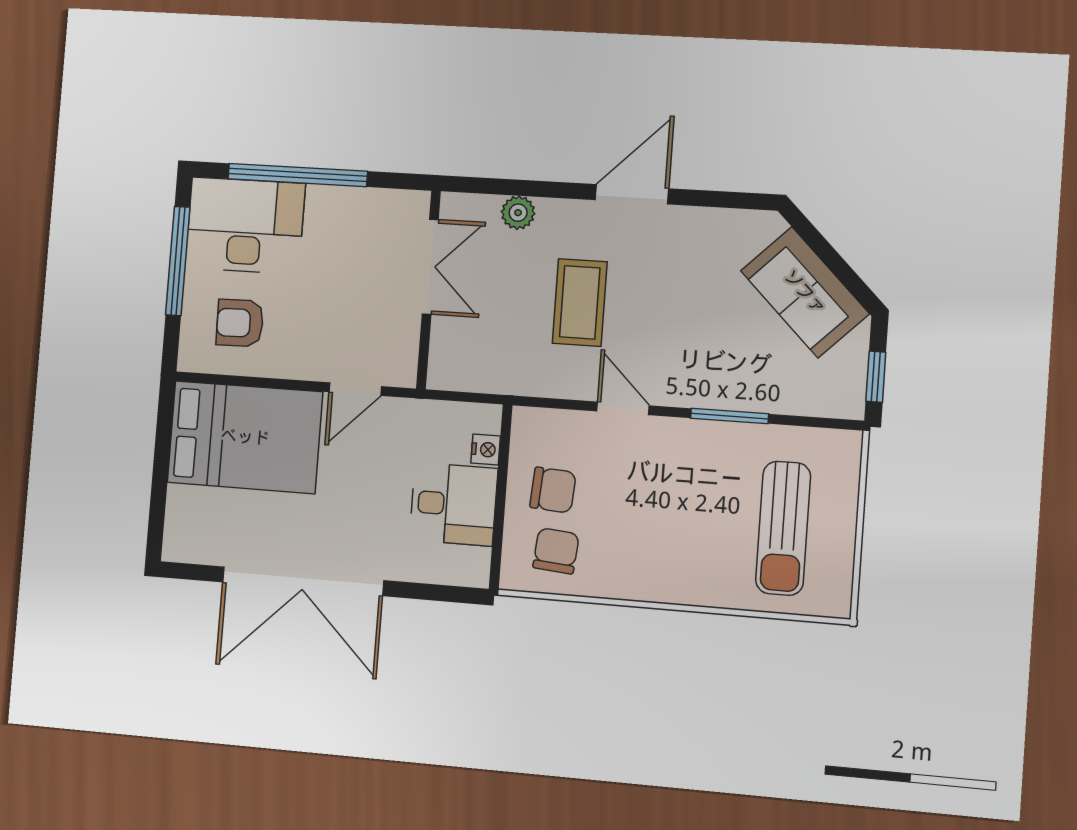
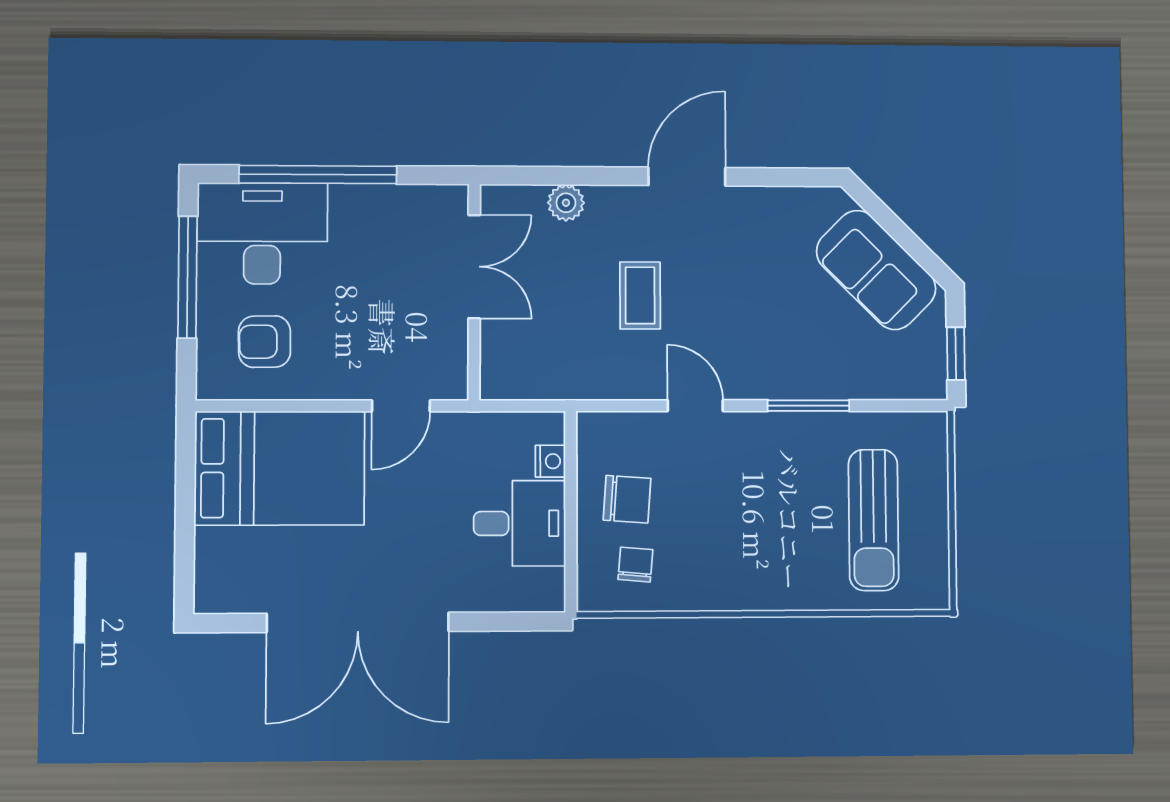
coffee table: (580, 302) -> (640, 295), width x0.73, depth x0.77
chair: (556, 551) -> (635, 565), width x0.73, depth x0.73

